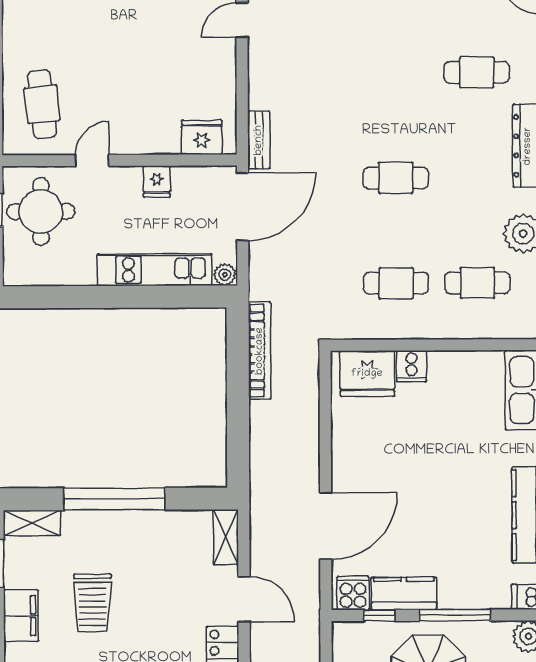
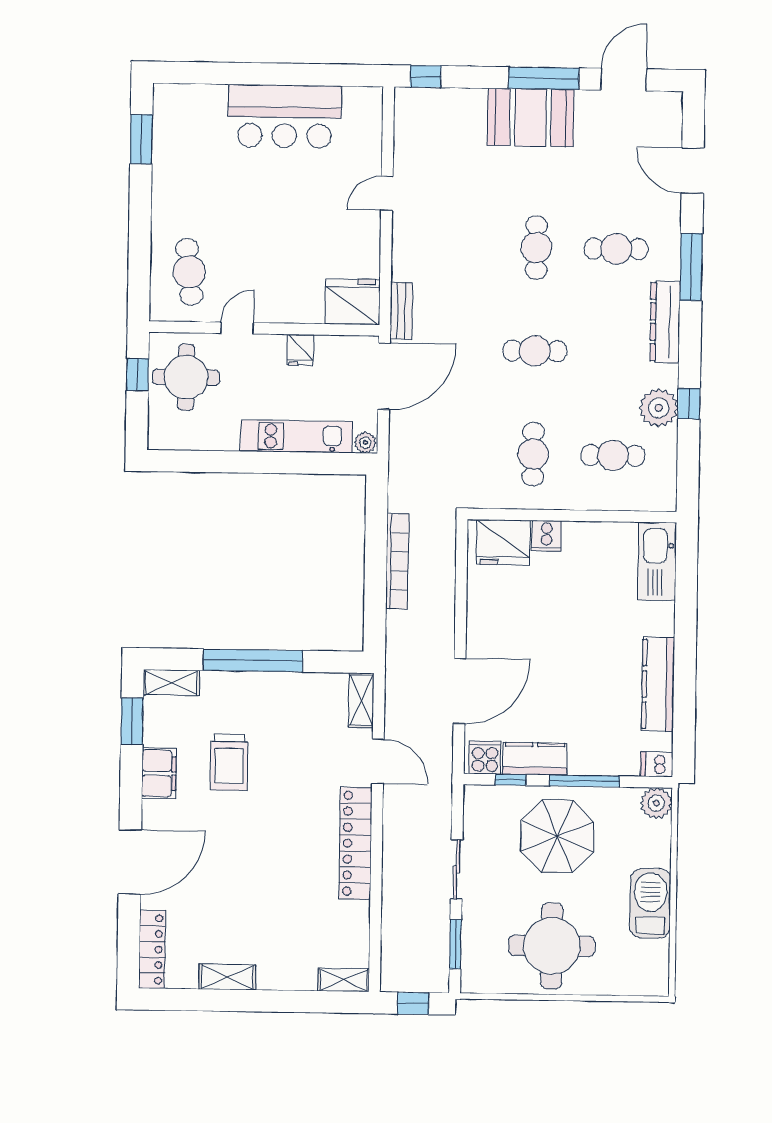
cafe table: (395, 73) -> (536, 248), added
fridge: (202, 137) -> (352, 302), width x1.36, depth x1.34
cafe table: (396, 283) -> (533, 454), turned 90
bookcase: (260, 351) -> (397, 561), moved

